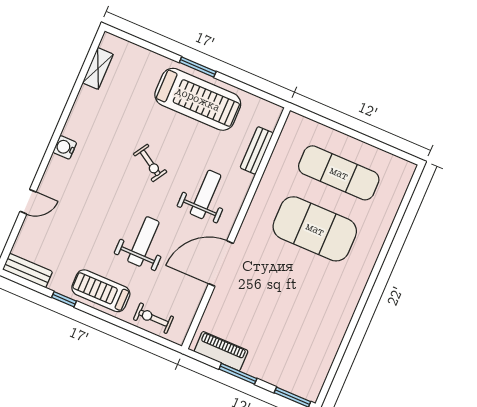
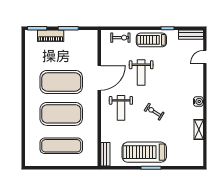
shelving: (98, 68) -> (199, 130), moved
bench: (257, 150) -> (105, 154), moved
door: (28, 202) -> (205, 57), moved
exercise mat: (291, 285) -> (61, 82), added
treadmill: (101, 291) -> (151, 40), turned 180
piano: (221, 351) -> (51, 36), moved

